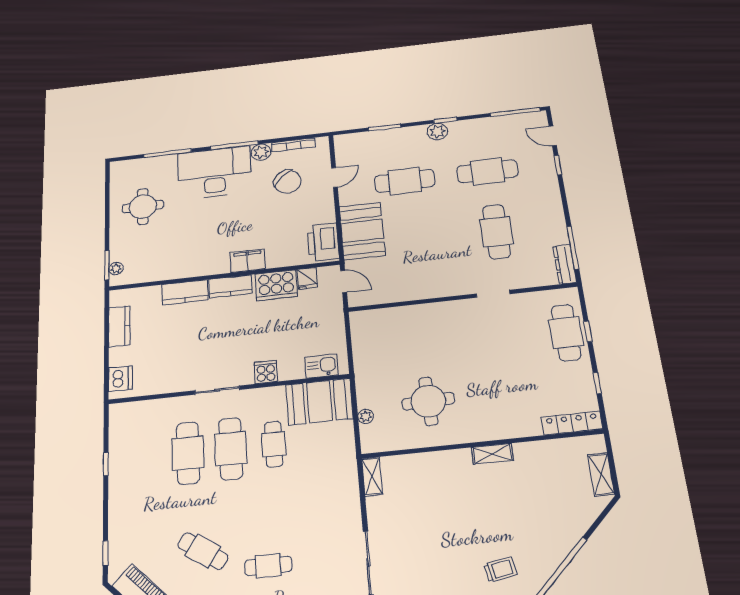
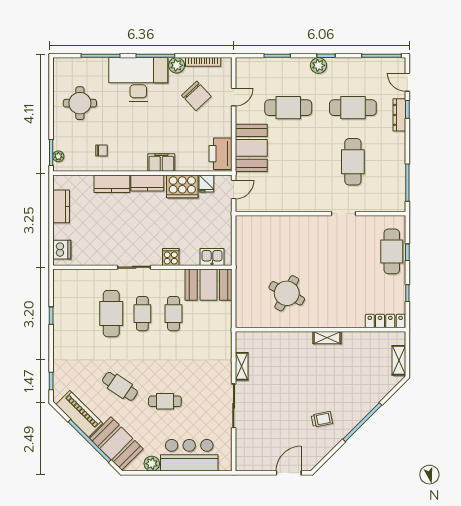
chair: (171, 256) -> (102, 150), added
dresser: (565, 264) -> (399, 115), moved
door: (344, 281) -> (234, 190), hinge flipped
round table: (428, 401) -> (287, 293), turned 30
plant: (366, 416) -> (241, 300), removed
cafe table: (231, 449) -> (142, 314), width x0.73, depth x0.74
shelving: (372, 476) -> (242, 366), moved

